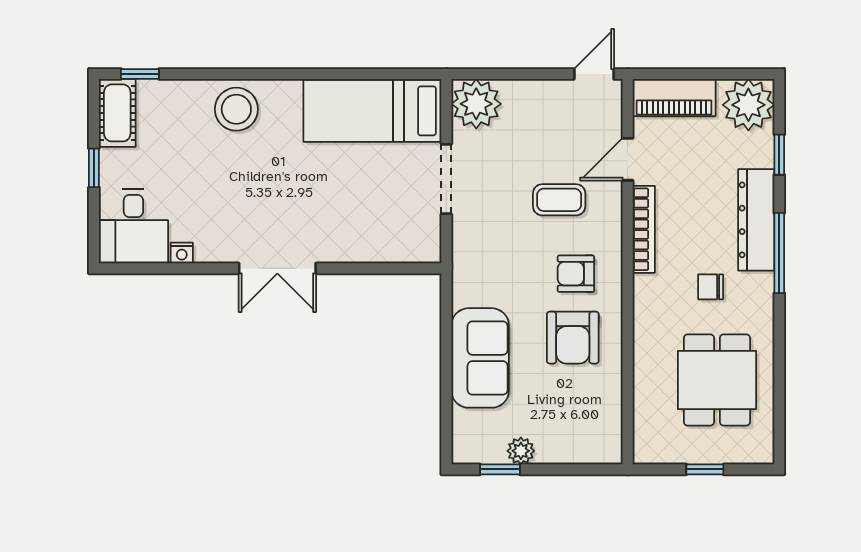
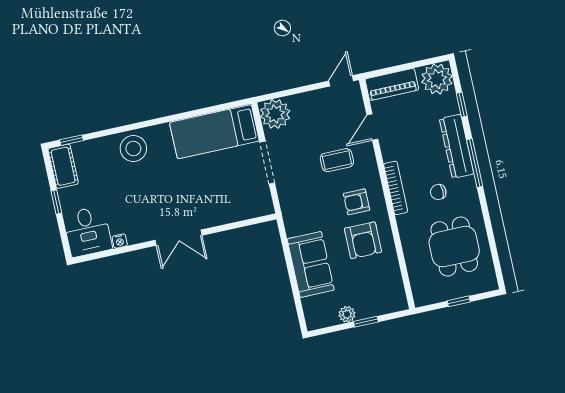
bookcase: (644, 229) -> (396, 188), moved
window: (500, 469) -> (366, 322), moved

